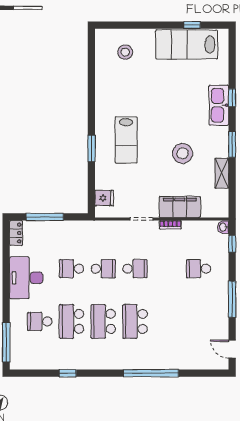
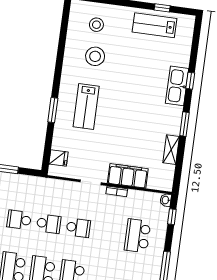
lab bench: (187, 44) -> (155, 25), width x0.73, depth x0.72
stool: (183, 153) -> (95, 56), moved
school desk: (199, 269) -> (137, 236), width x1.85

